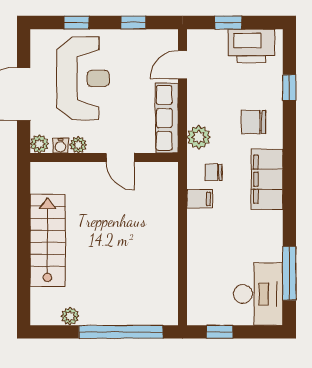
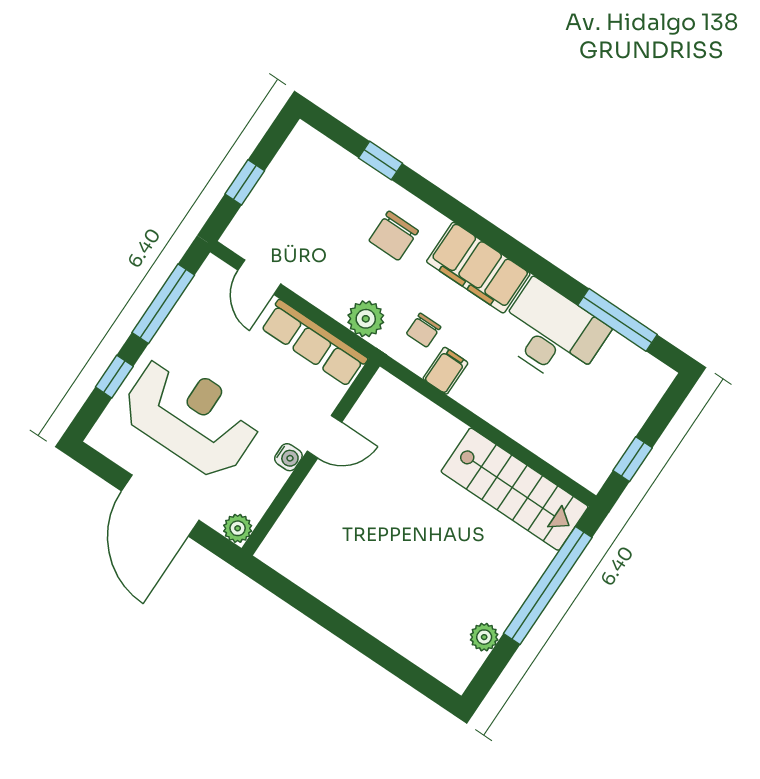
window: (133, 23) -> (163, 304), width x2.17
printer: (251, 46) -> (294, 173), removed
plant: (78, 145) -> (272, 479), removed
water cooler: (60, 146) -> (288, 457), moved
stairs: (48, 240) -> (515, 489), moved, turned 180
desk: (258, 294) -> (552, 333), moved

